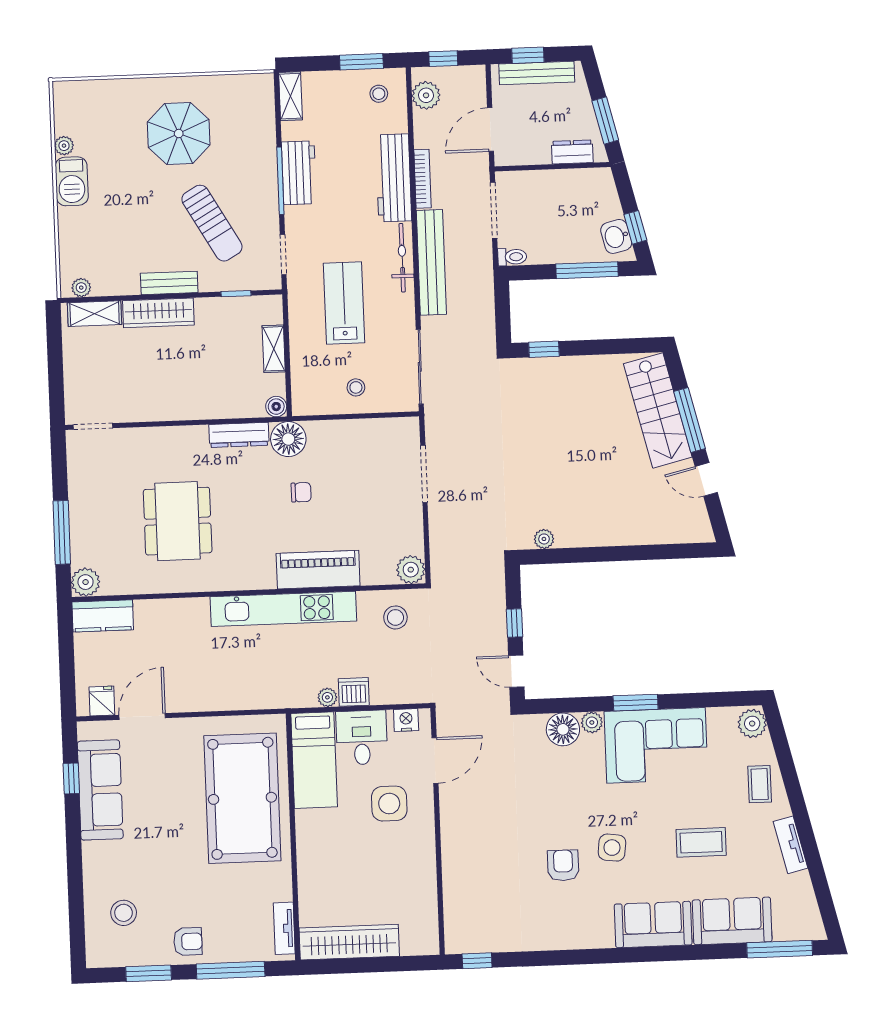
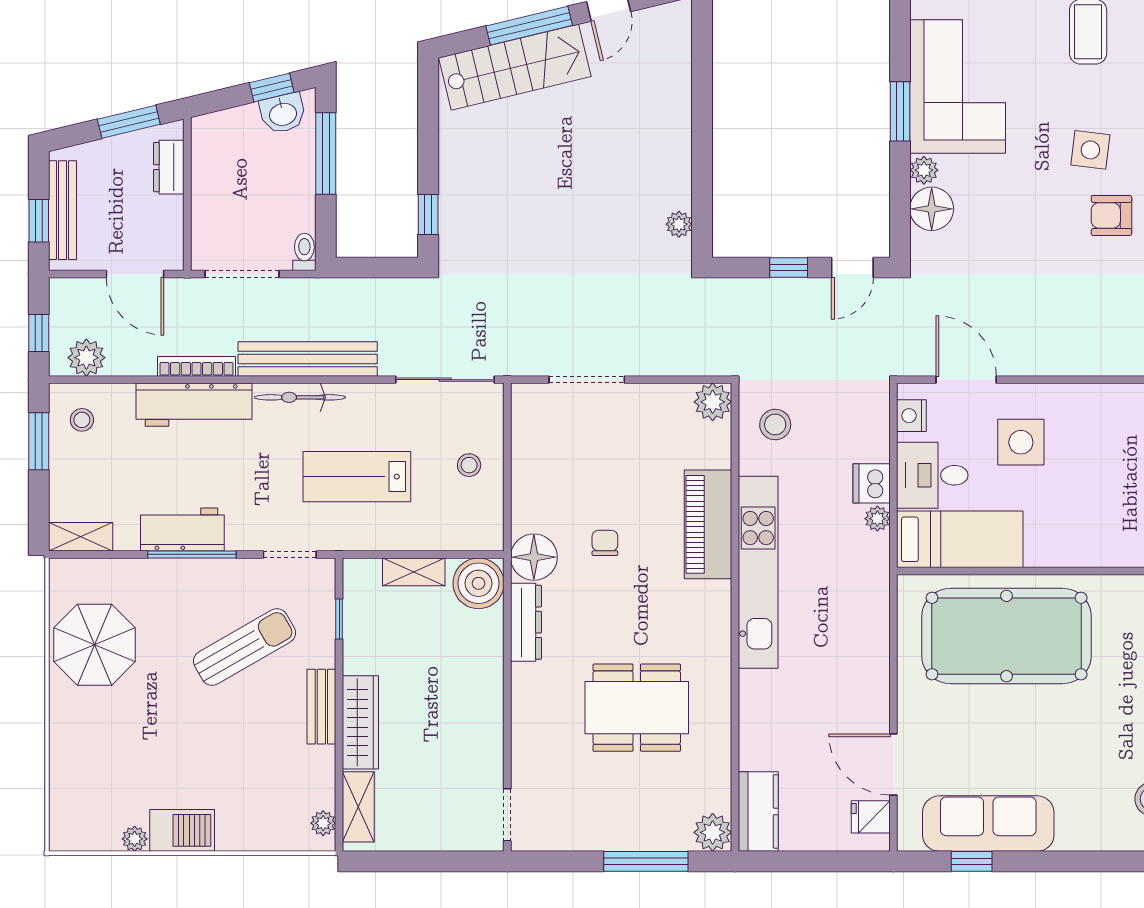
parasol: (179, 134) -> (94, 645), moved
boiler: (276, 407) -> (479, 583), width x1.86, depth x1.86

